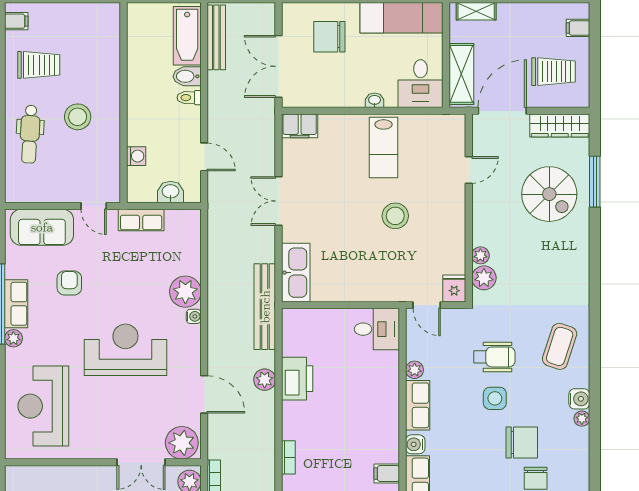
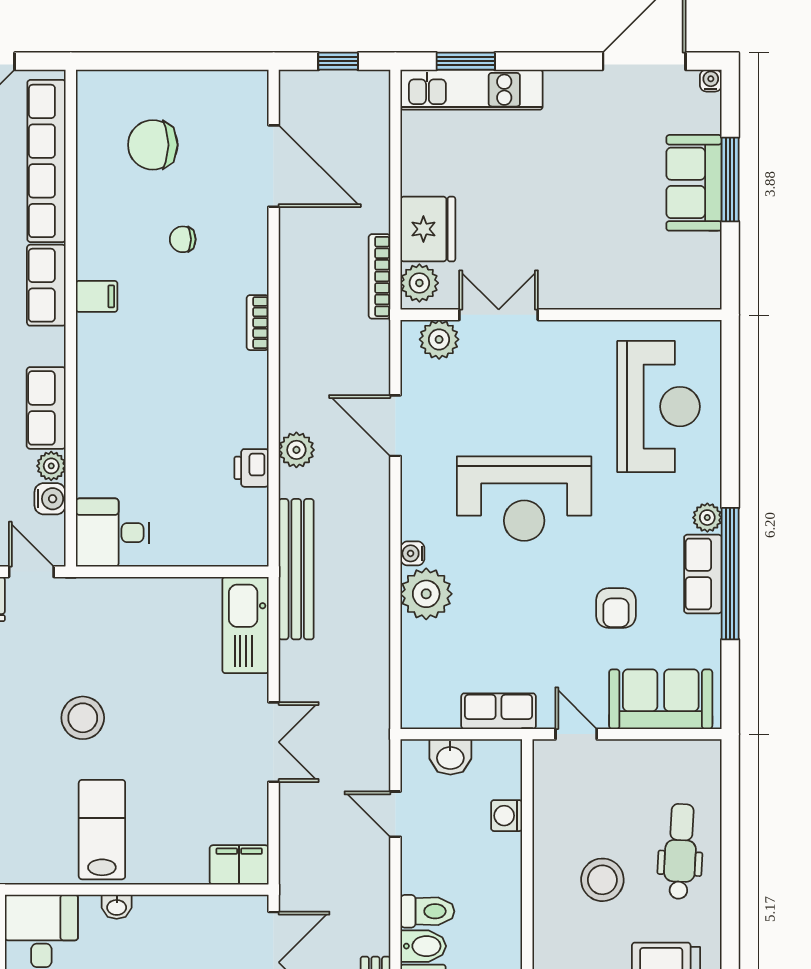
toilet: (189, 98) -> (427, 911), width x1.37, depth x1.39
printer: (297, 379) -> (251, 468), width x0.53, depth x0.68
plant: (182, 443) -> (439, 339), width x0.73, depth x0.73
water cooler: (415, 444) -> (50, 499), moved

